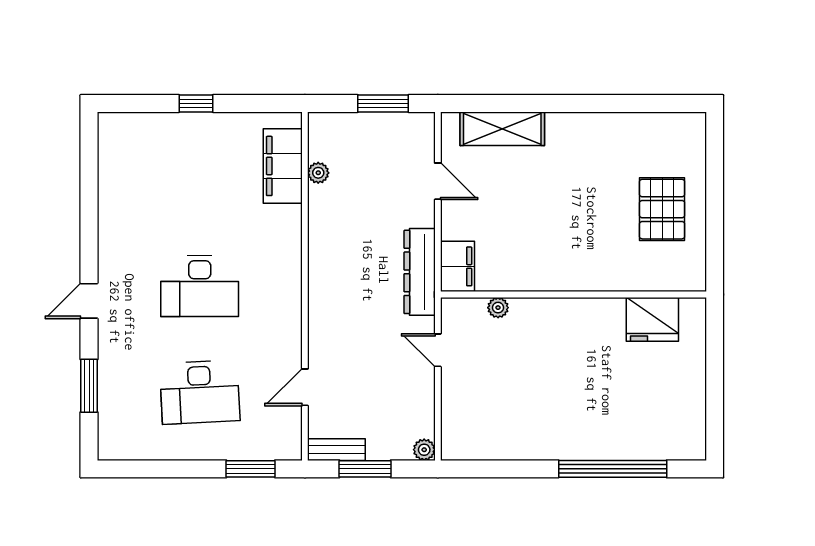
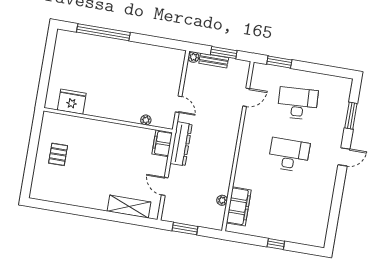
pallet: (662, 209) -> (58, 154), width x0.67, depth x0.71
bench: (336, 450) -> (214, 61), moved

